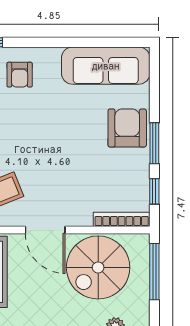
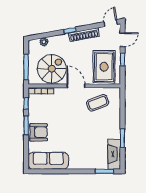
armchair: (20, 75) -> (88, 157), removed
armchair: (127, 128) -> (39, 132), turned -90

